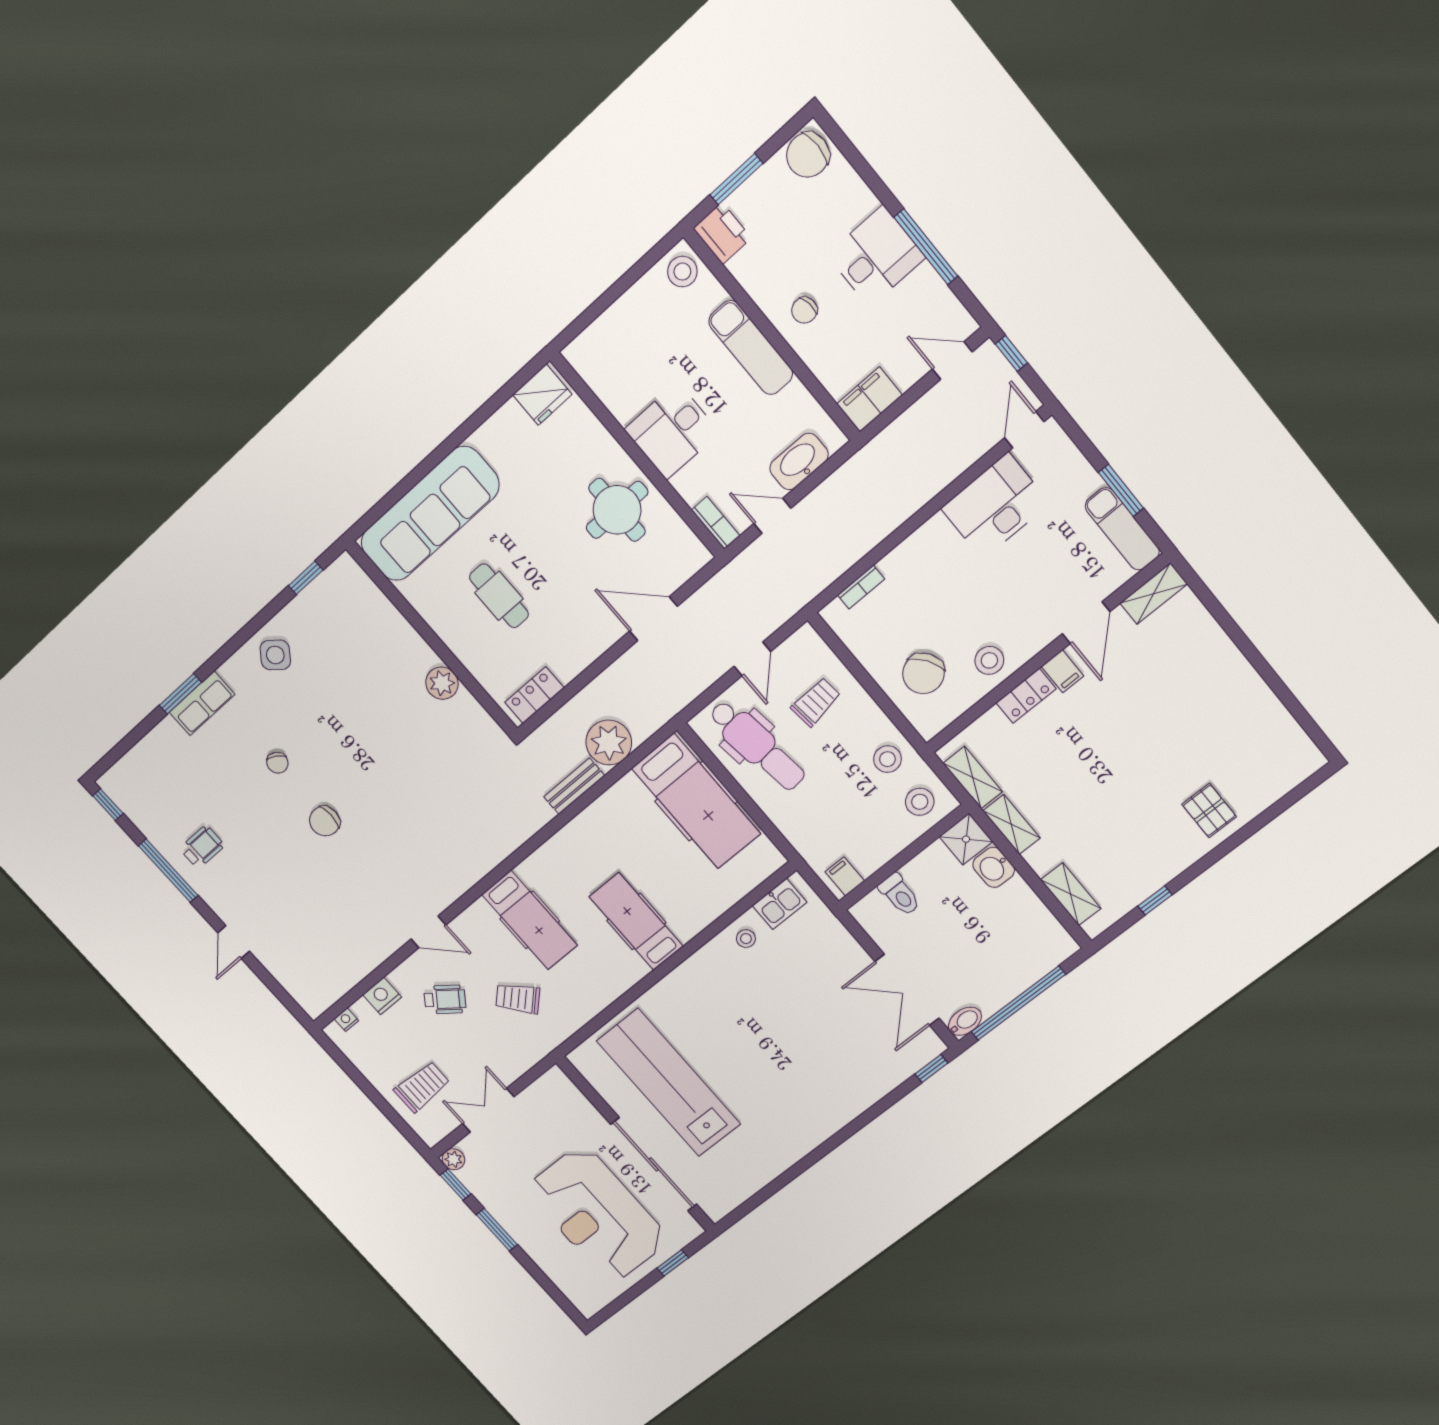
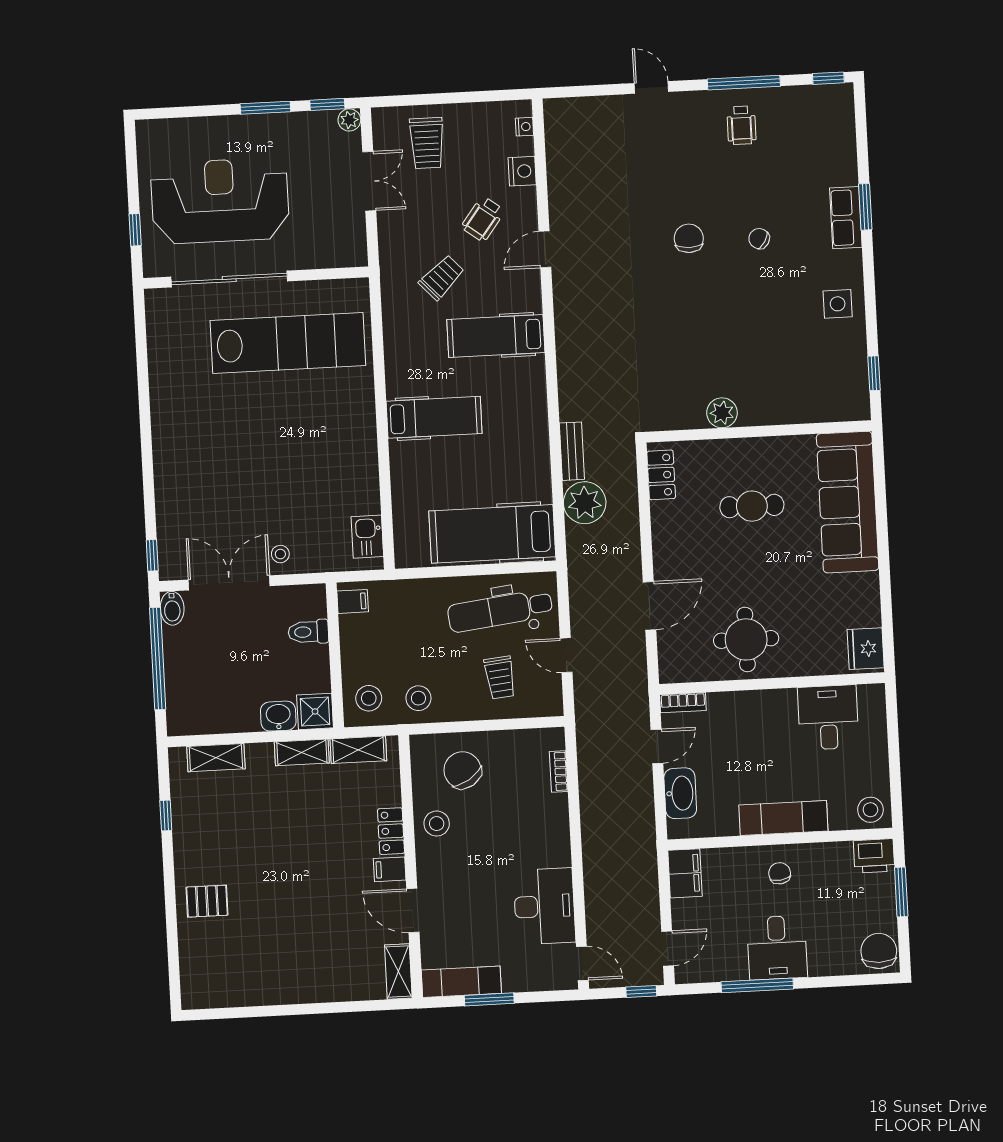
desk: (672, 431) -> (828, 718), moved
side table: (275, 655) -> (838, 304), turned -38
stool: (746, 939) -> (280, 554), moved

